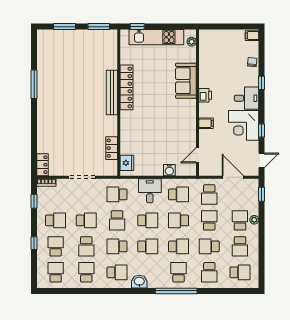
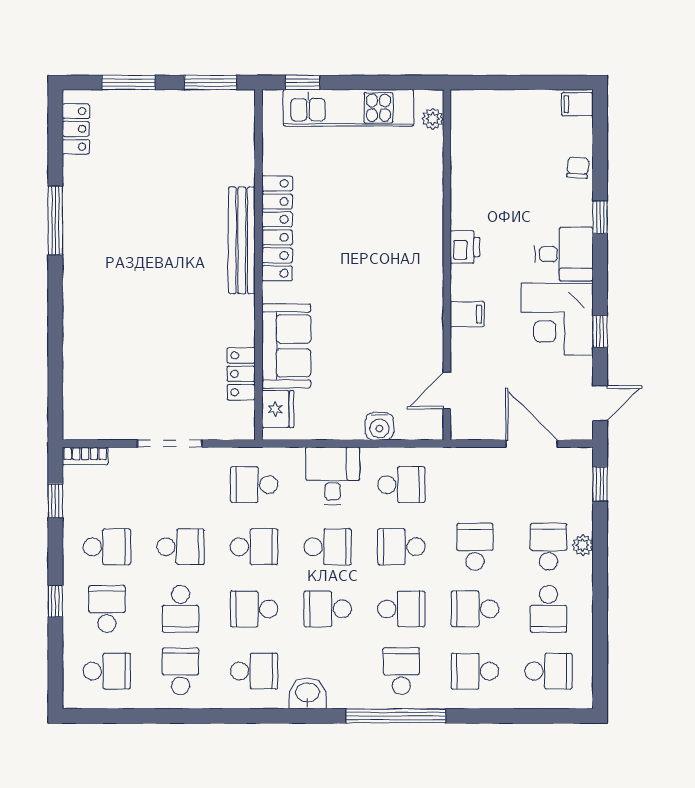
sofa: (186, 81) -> (286, 346), moved, turned 180
locker: (43, 165) -> (76, 129), moved
school desk: (209, 194) -> (475, 485), removed
school desk: (117, 220) -> (254, 547), turned -90
school desk: (148, 246) -> (328, 609), turned 180
school desk: (56, 272) -> (107, 671), turned 90
school desk: (209, 272) -> (475, 671), turned 90

